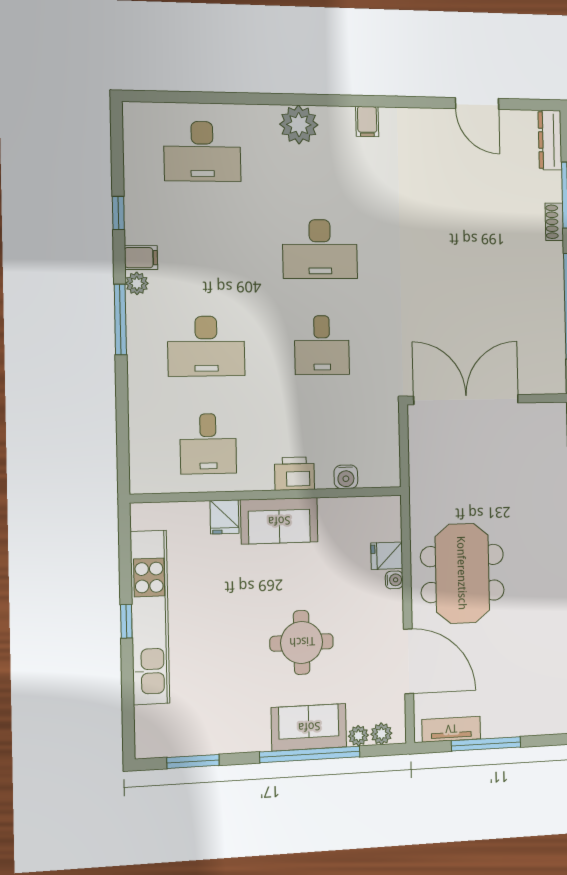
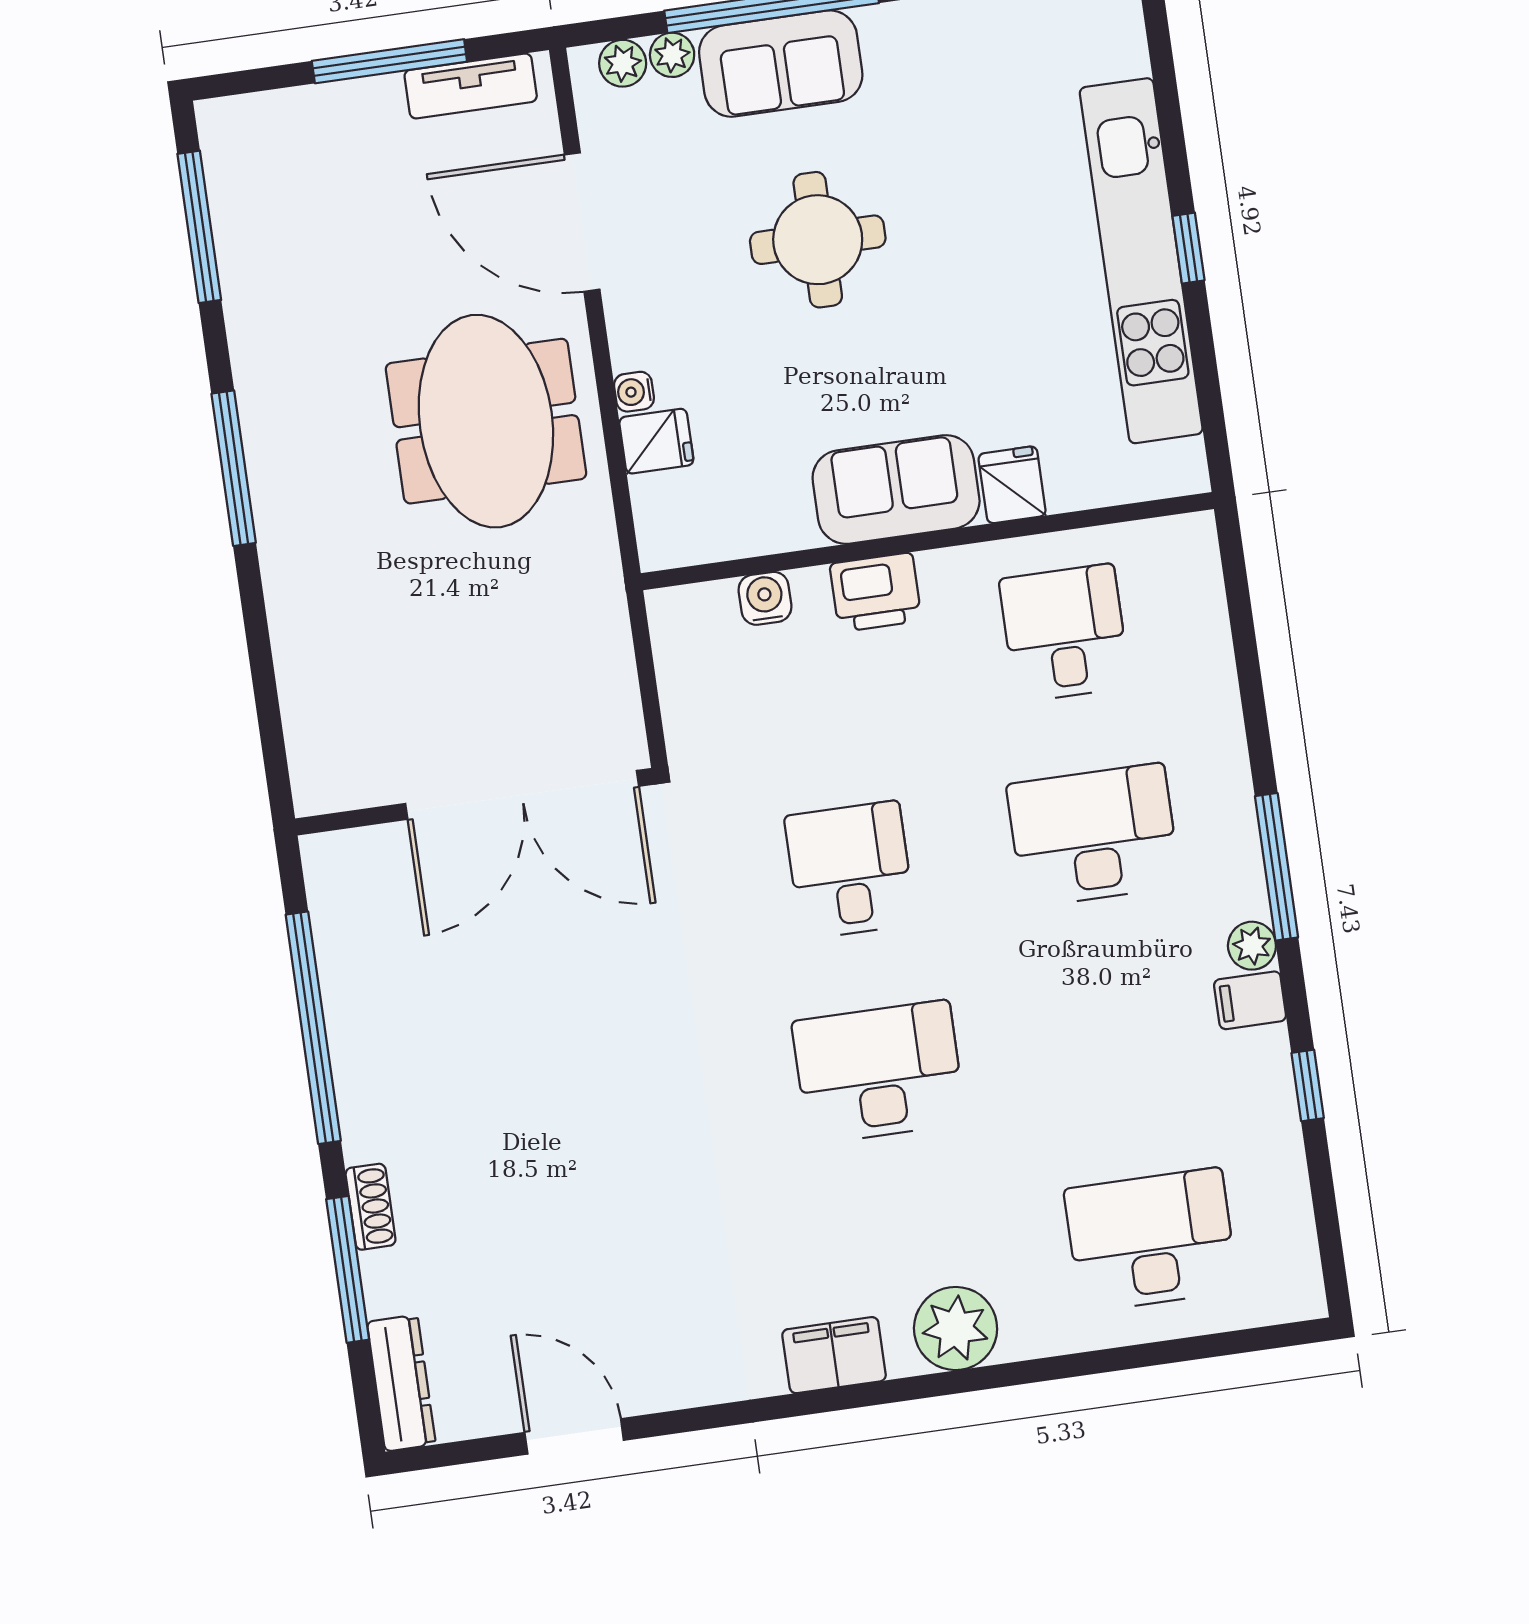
filing cabinet: (367, 122) -> (834, 1355), width x2.00

